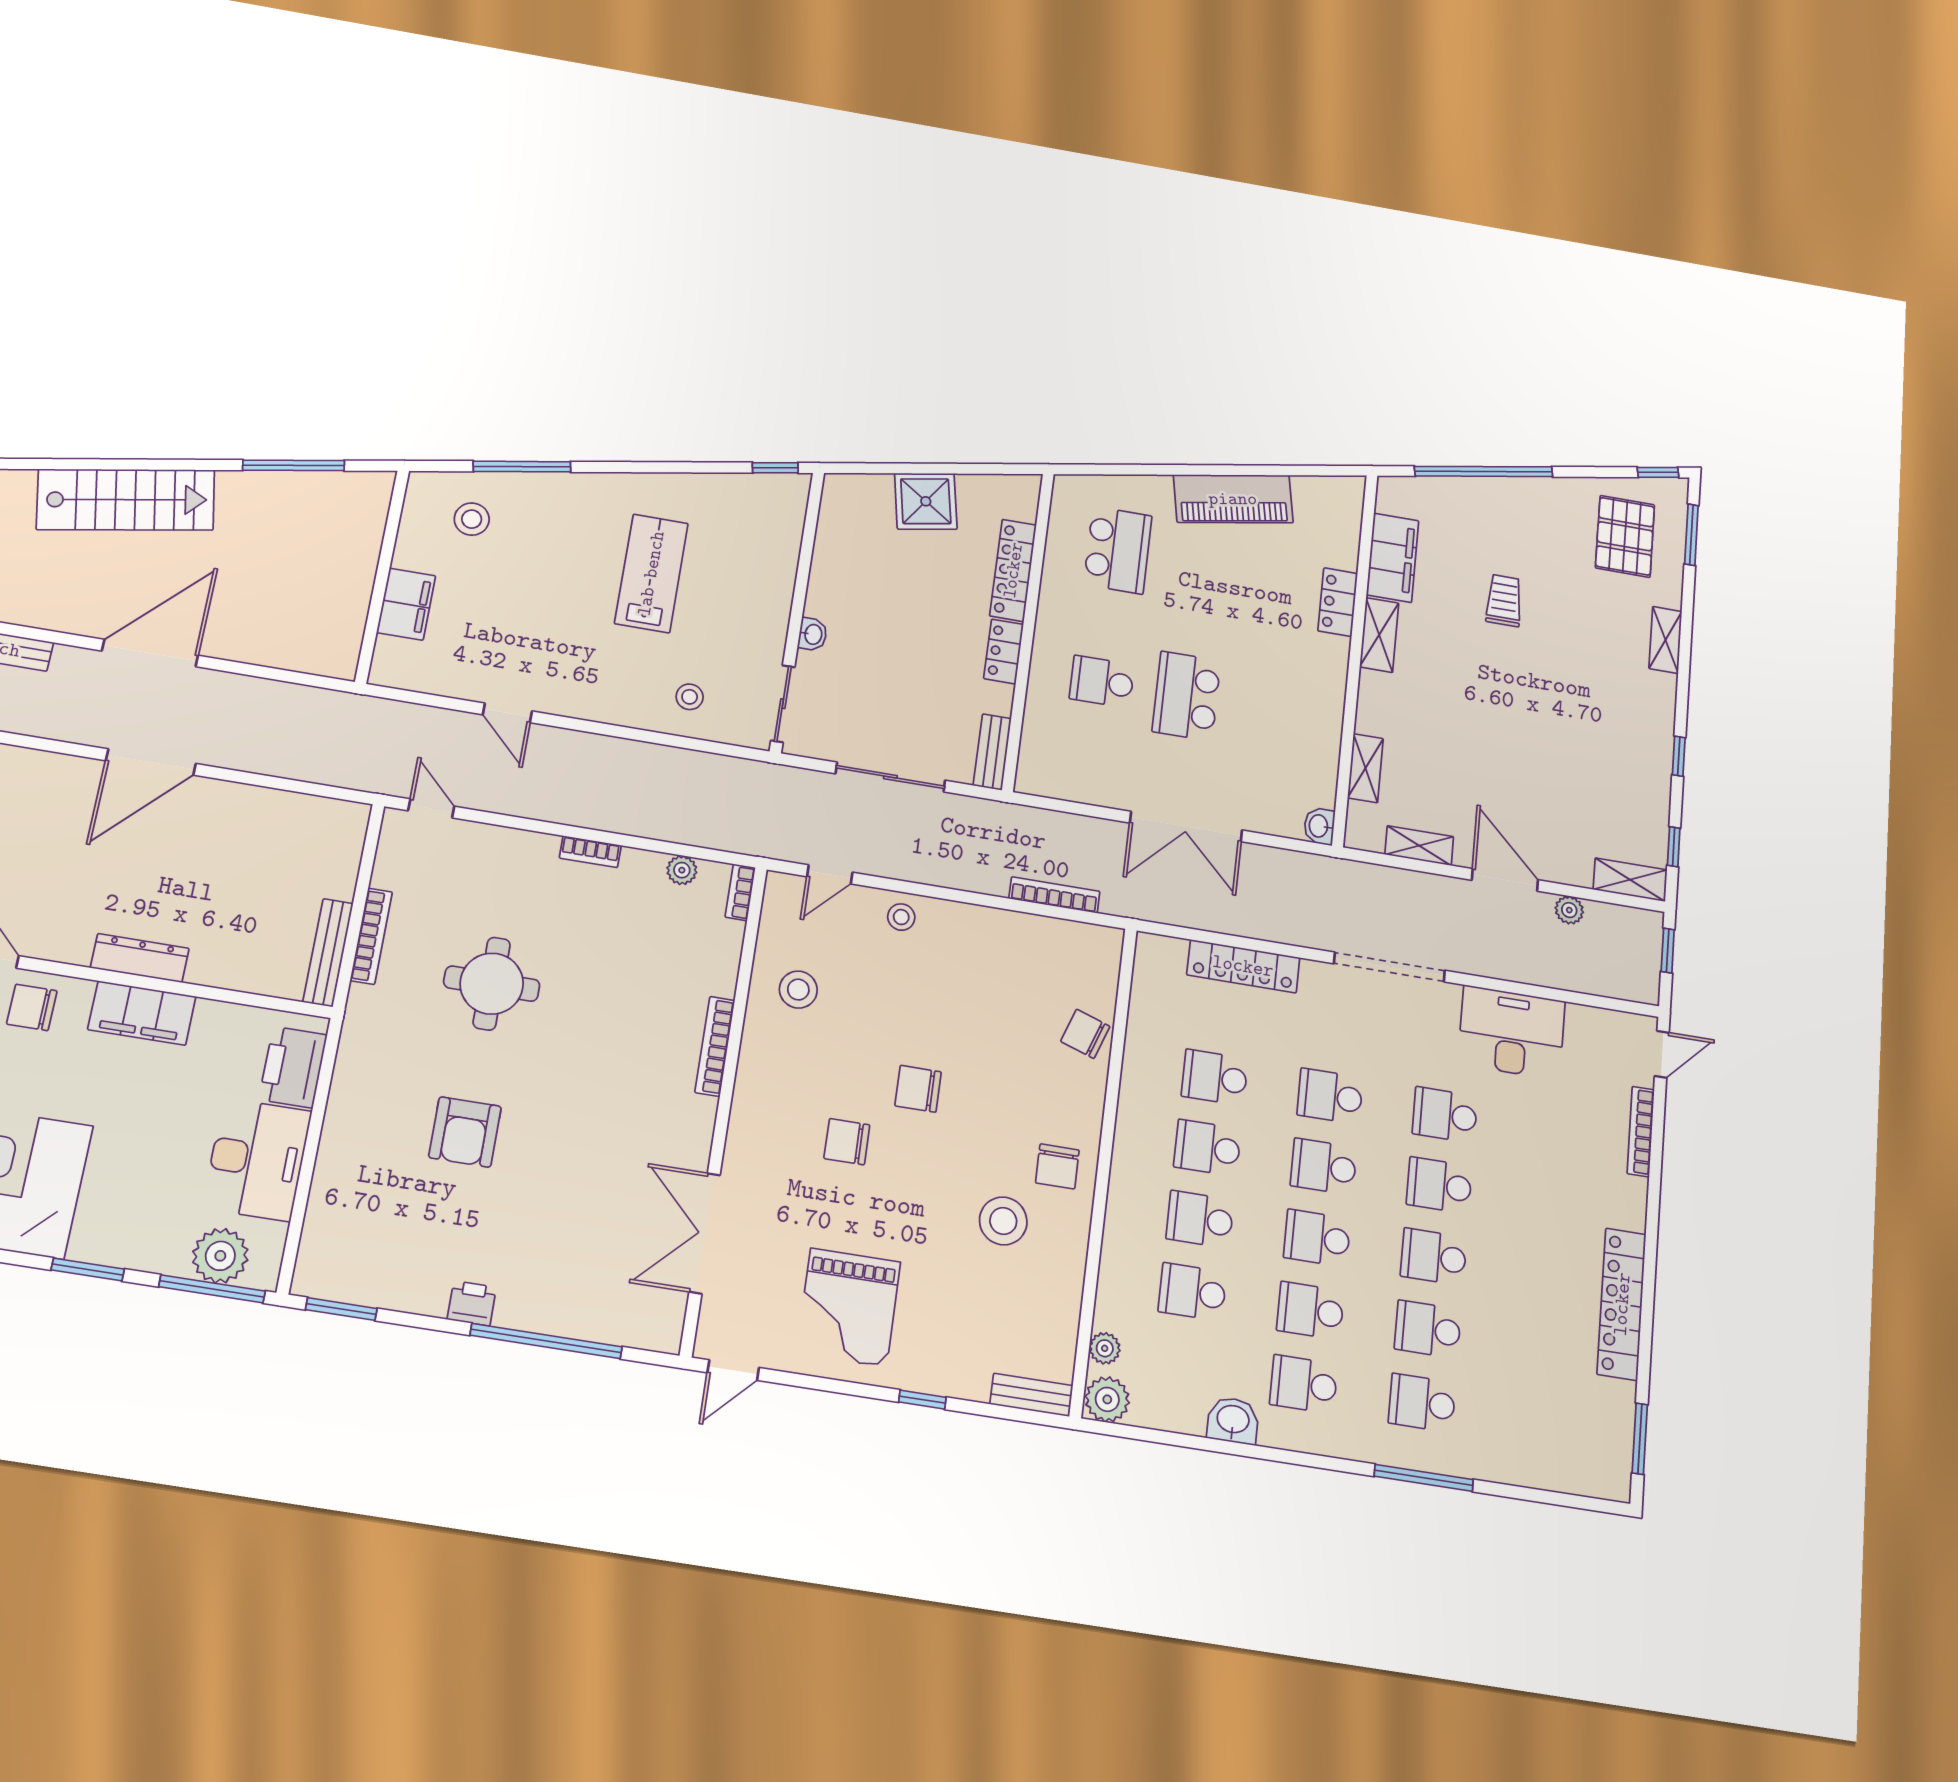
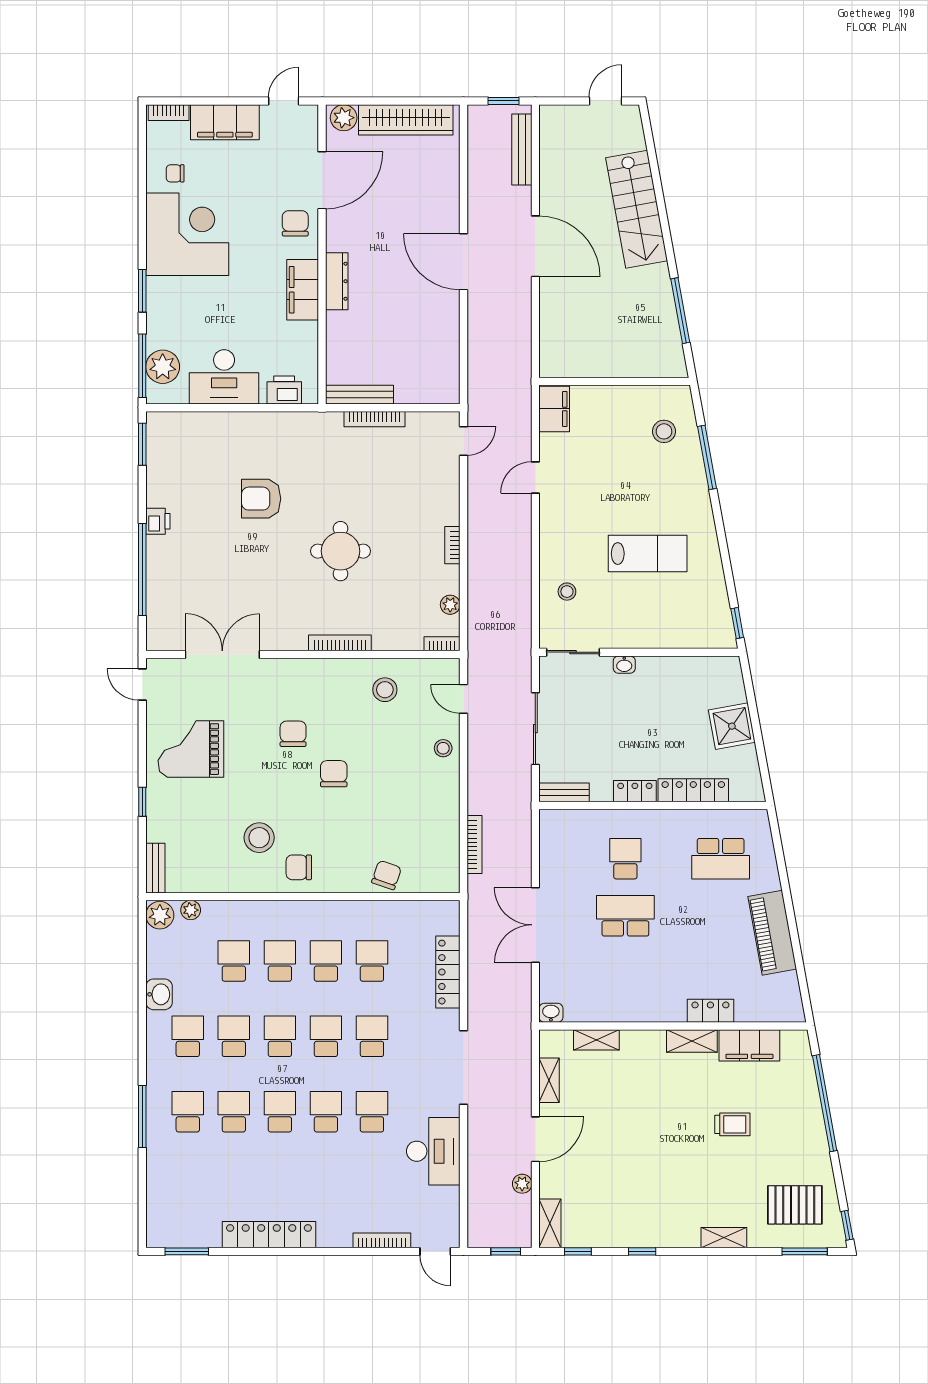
filing cabinet: (406, 604) -> (554, 409), moved, turned -90
round table: (492, 984) -> (341, 551), moved
printer: (293, 1067) -> (284, 390), width x0.73, depth x0.84

